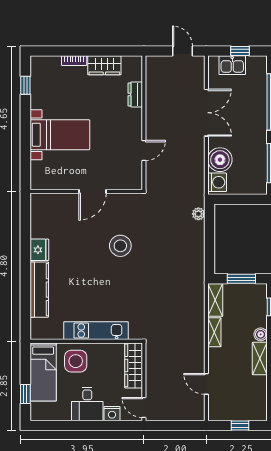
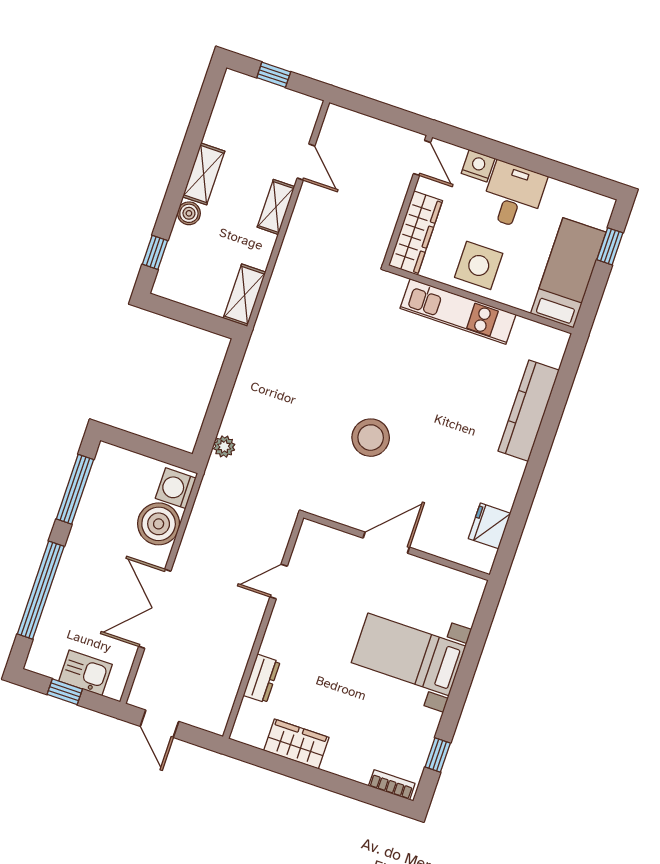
bookcase: (74, 61) -> (392, 785), moved
fridge: (39, 250) -> (490, 526), moved
window: (241, 279) -> (190, 316), removed
shelving: (214, 332) -> (276, 207), moved
side table: (76, 361) -> (479, 265), moved

